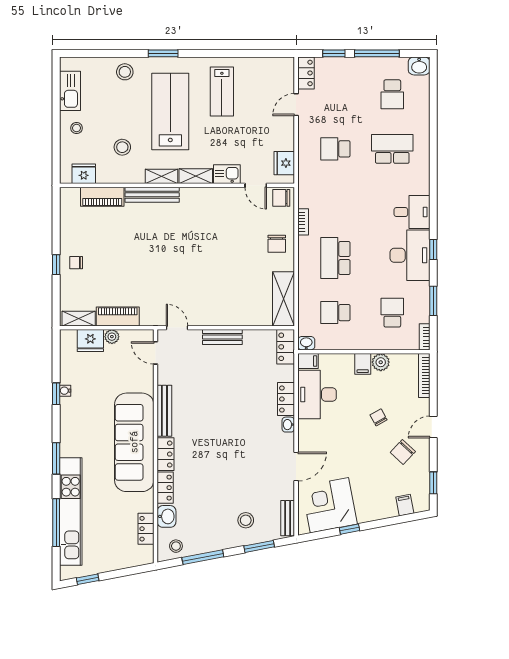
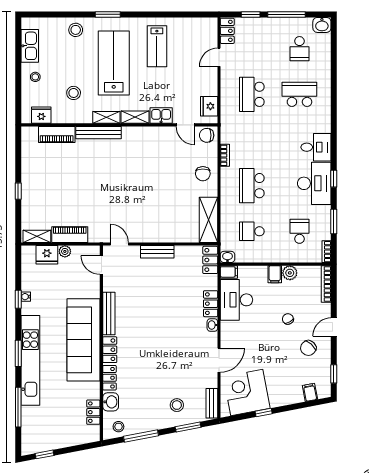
school desk: (335, 149) -> (252, 94), width x1.85
chair: (76, 263) -> (35, 189), removed
kitchen unit: (71, 511) -> (30, 360), moved

